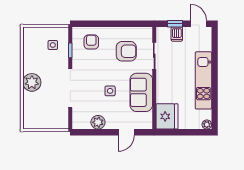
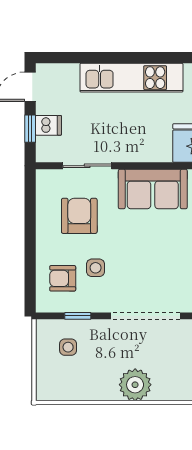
side table: (110, 91) -> (96, 268), moved

